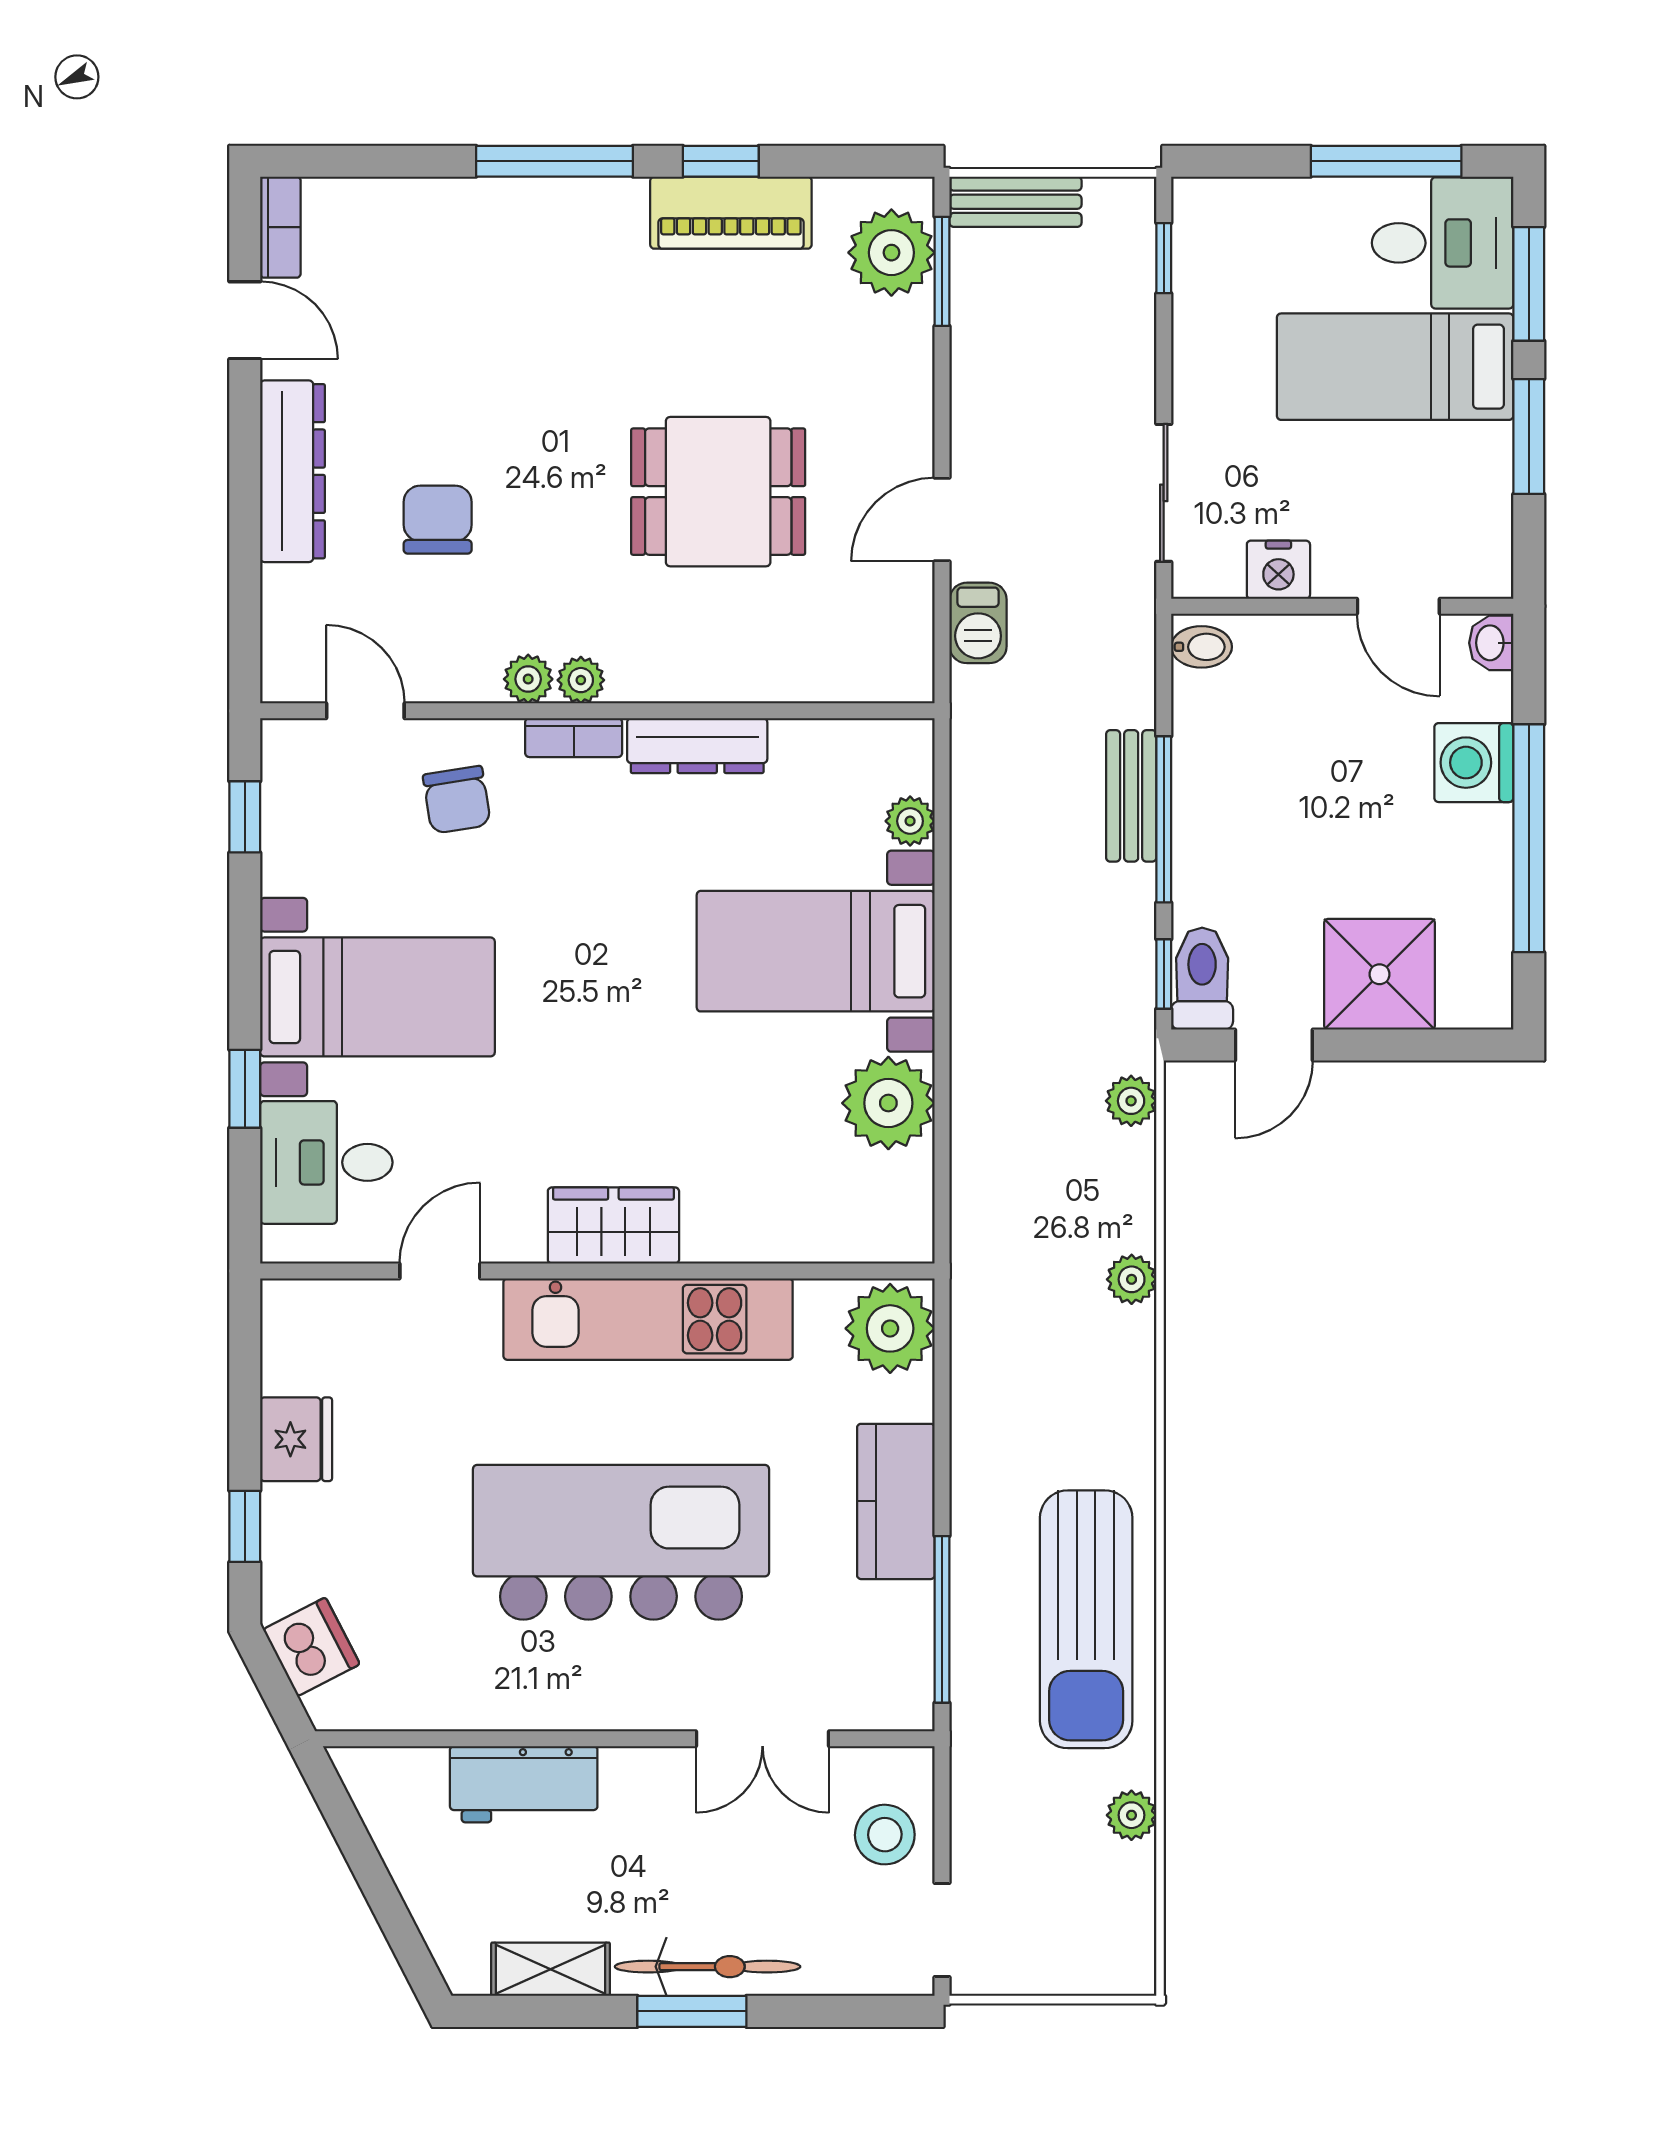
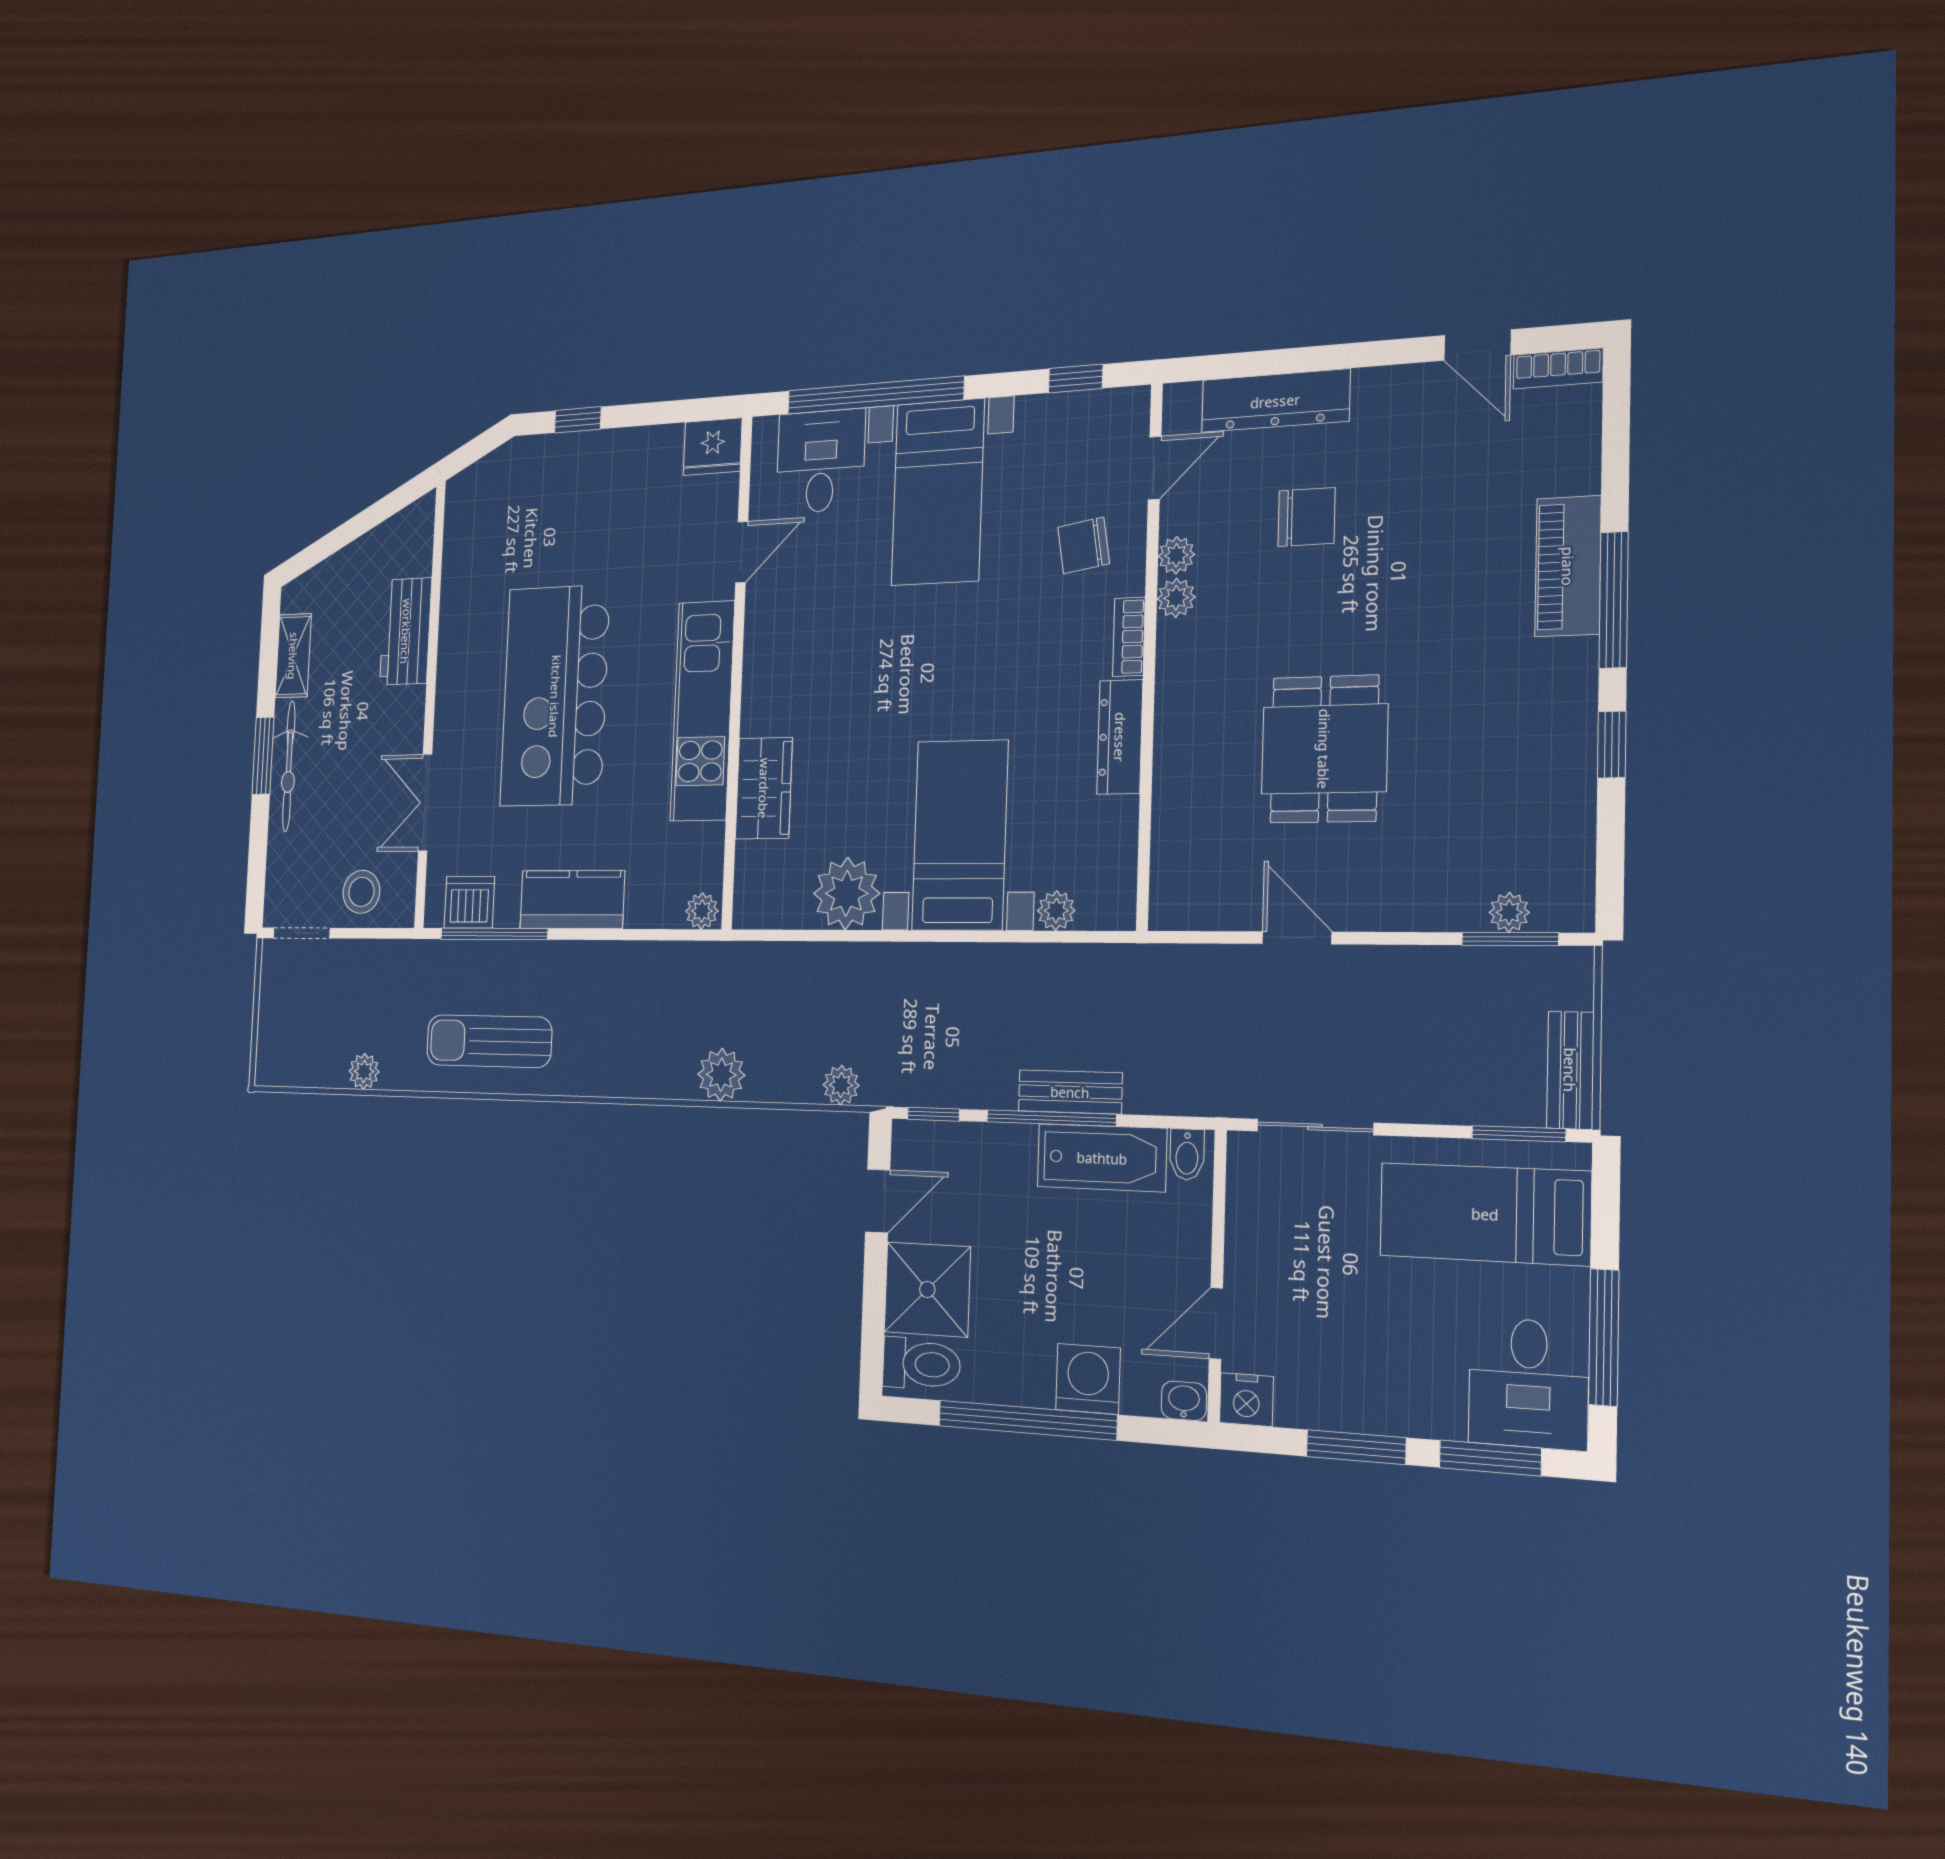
bench: (1016, 202) -> (1570, 1070), moved
piano: (731, 213) -> (1568, 566), moved
plant: (891, 253) -> (1509, 912), width x0.53, depth x0.53
window: (1164, 258) -> (1519, 1134), width x1.50
door: (245, 320) -> (1477, 345), hinge flipped
bed: (1395, 367) -> (1485, 1214), moved, turned -90
dresser: (293, 471) -> (1275, 401), moved
nightstand: (1278, 570) -> (1246, 1400), moved, turned -90
barbecue: (978, 623) -> (1211, 967), removed
plant: (581, 680) -> (1176, 555), moved
bathtub: (1209, 753) -> (1102, 1158), added
toilet: (1202, 979) -> (921, 1364), moved
door: (1274, 1045) -> (878, 1201), swing flipped
window: (245, 1089) -> (875, 395), width x3.17
wardrobe: (613, 1225) -> (764, 788), moved
door: (440, 1271) -> (742, 552), hinge flipped
plant: (1132, 1279) -> (721, 1075), width x1.38, depth x1.38
plant: (890, 1328) -> (702, 911), width x0.53, depth x0.53
fridge: (296, 1439) -> (713, 447), moved
kitchen island: (621, 1542) -> (555, 696), turned 180
sun lounger: (1086, 1619) -> (489, 1041), width x0.73, depth x0.75
dishwasher: (311, 1647) -> (469, 902), moved, turned -153

